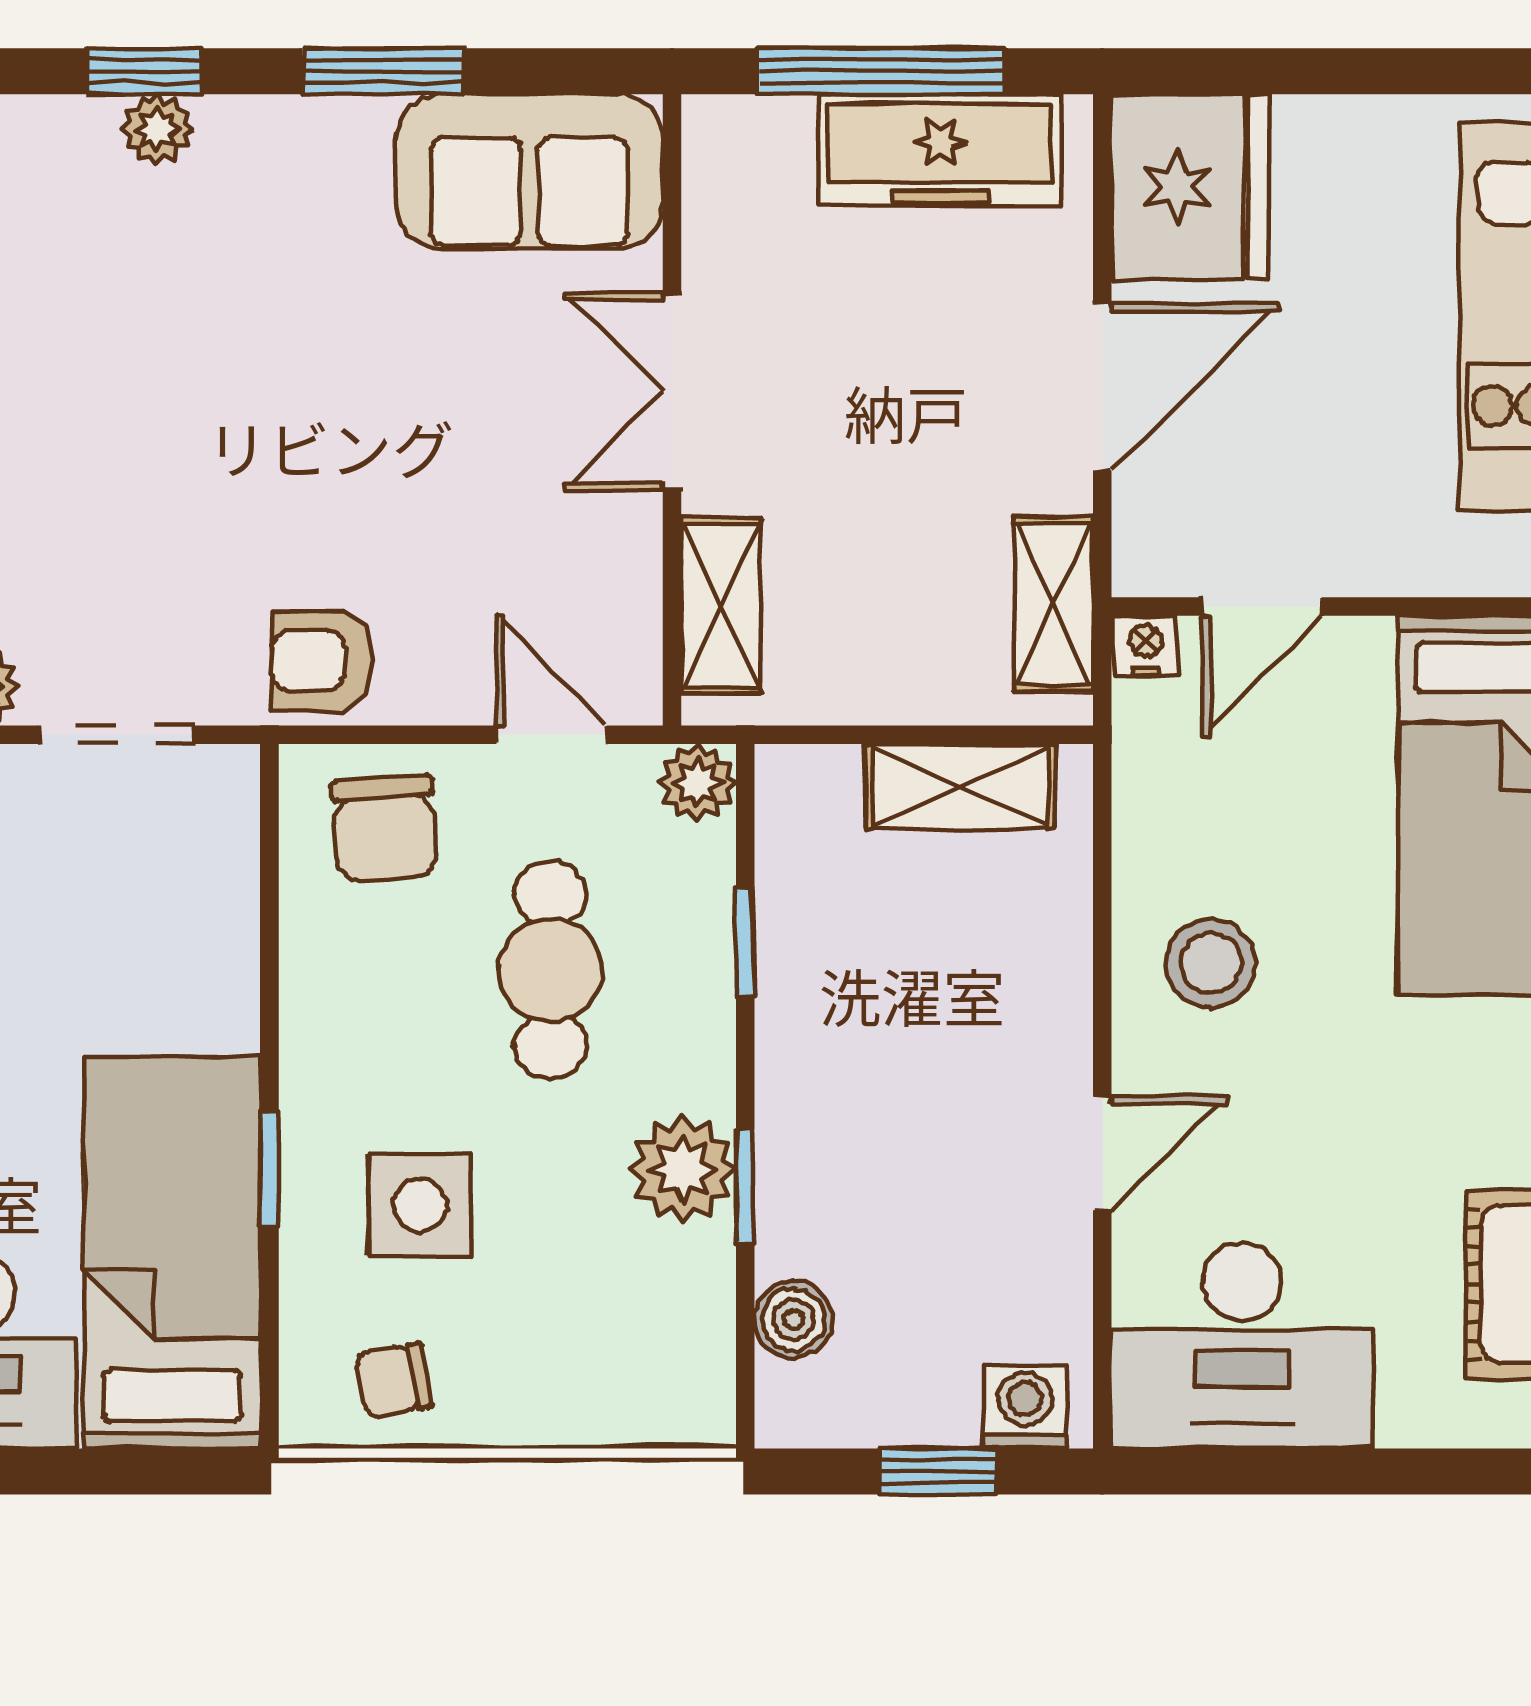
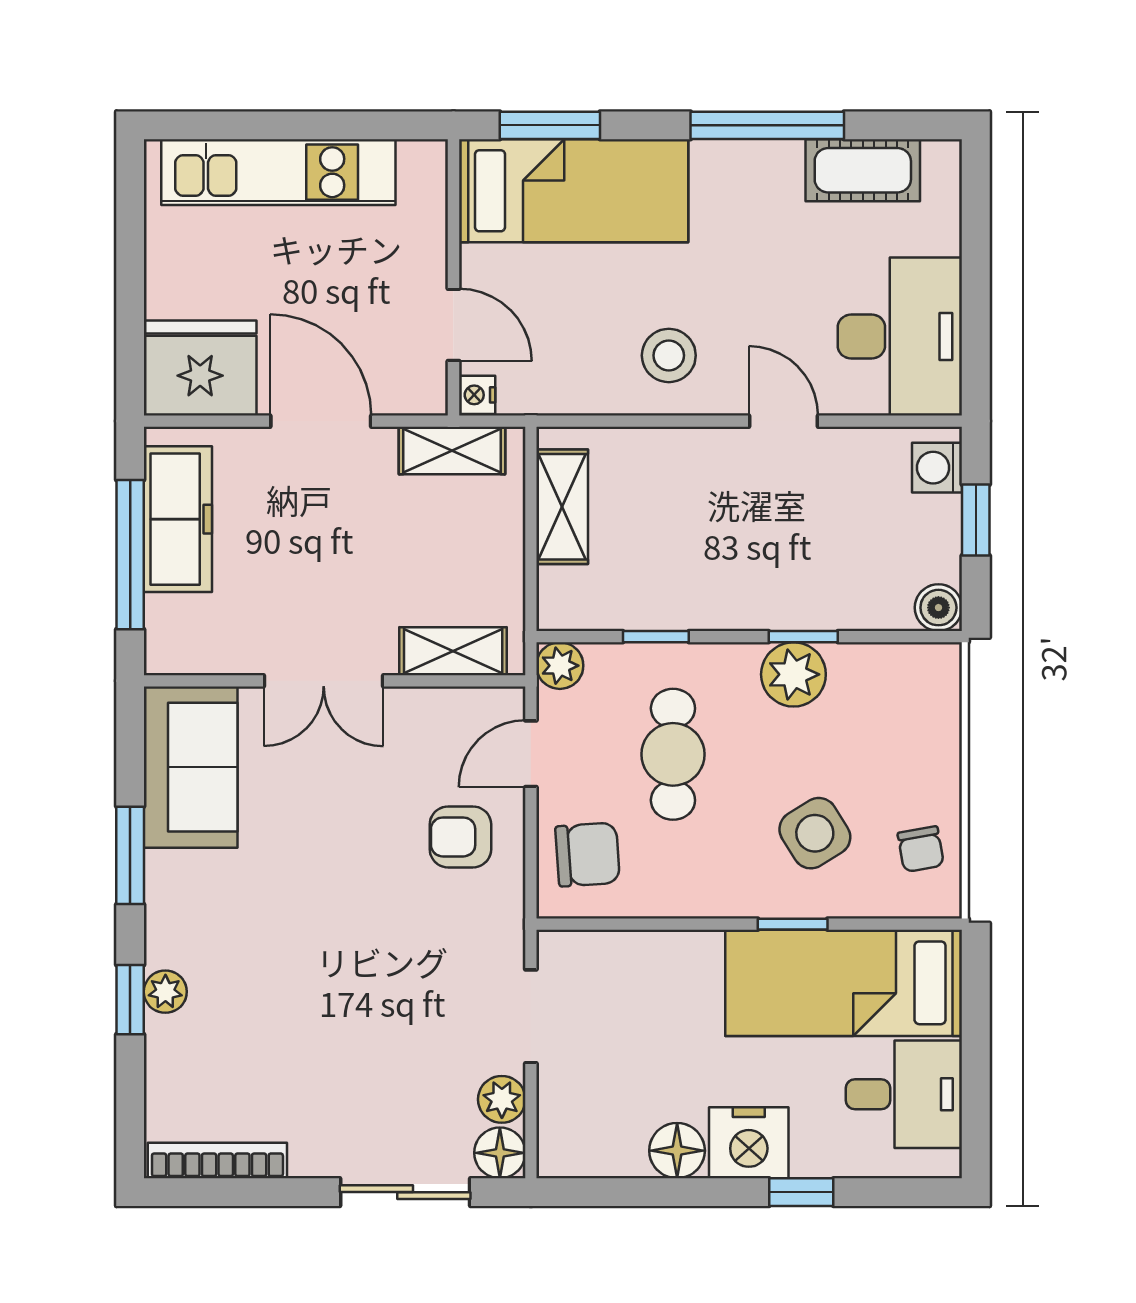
armchair: (322, 661) -> (460, 837), moved, turned 90
cafe table: (550, 970) -> (673, 754), turned 90
side table: (420, 1205) -> (815, 833), turned -32
boiler: (793, 1320) -> (938, 608), moved

